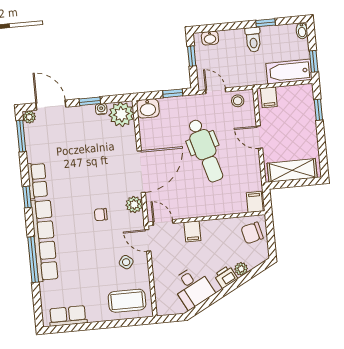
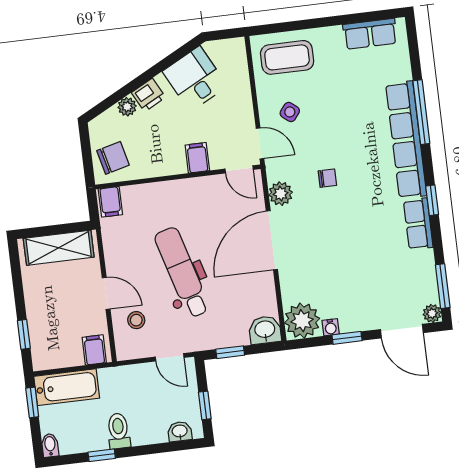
stool: (238, 101) -> (136, 320), moved

